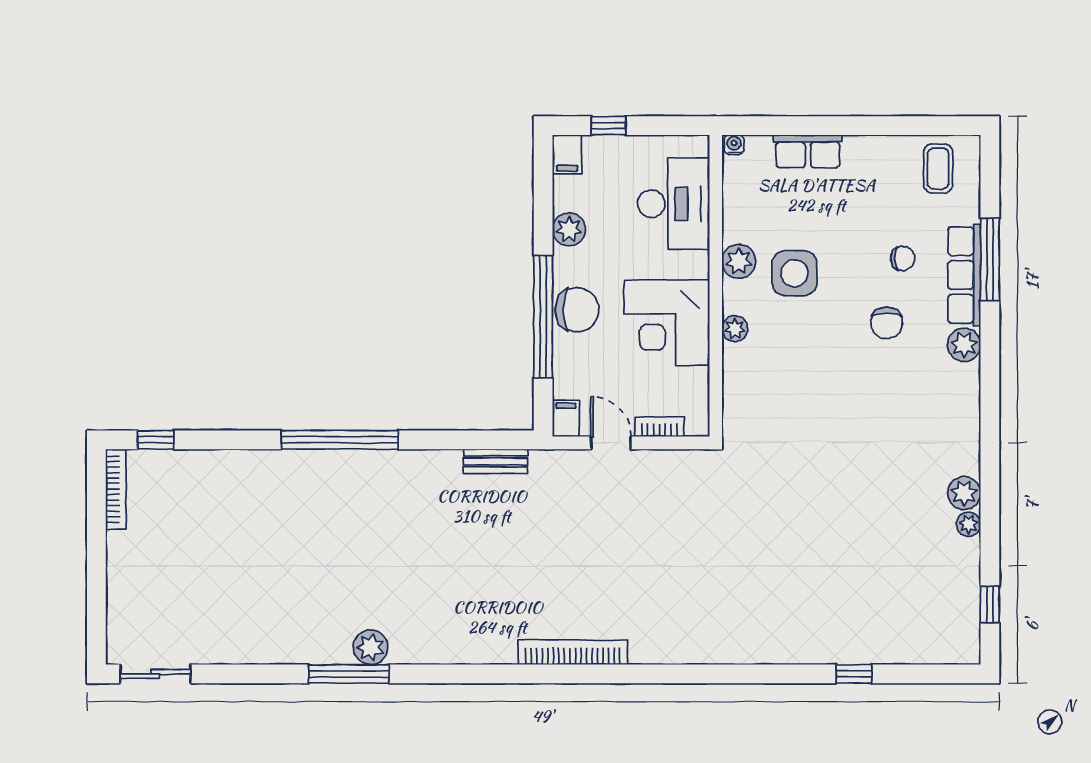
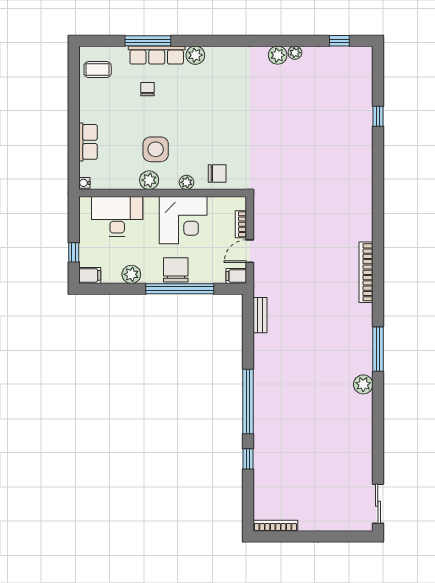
chair: (887, 323) -> (217, 173), moved
window: (156, 440) -> (248, 459), moved
window: (349, 674) -> (378, 349), moved

